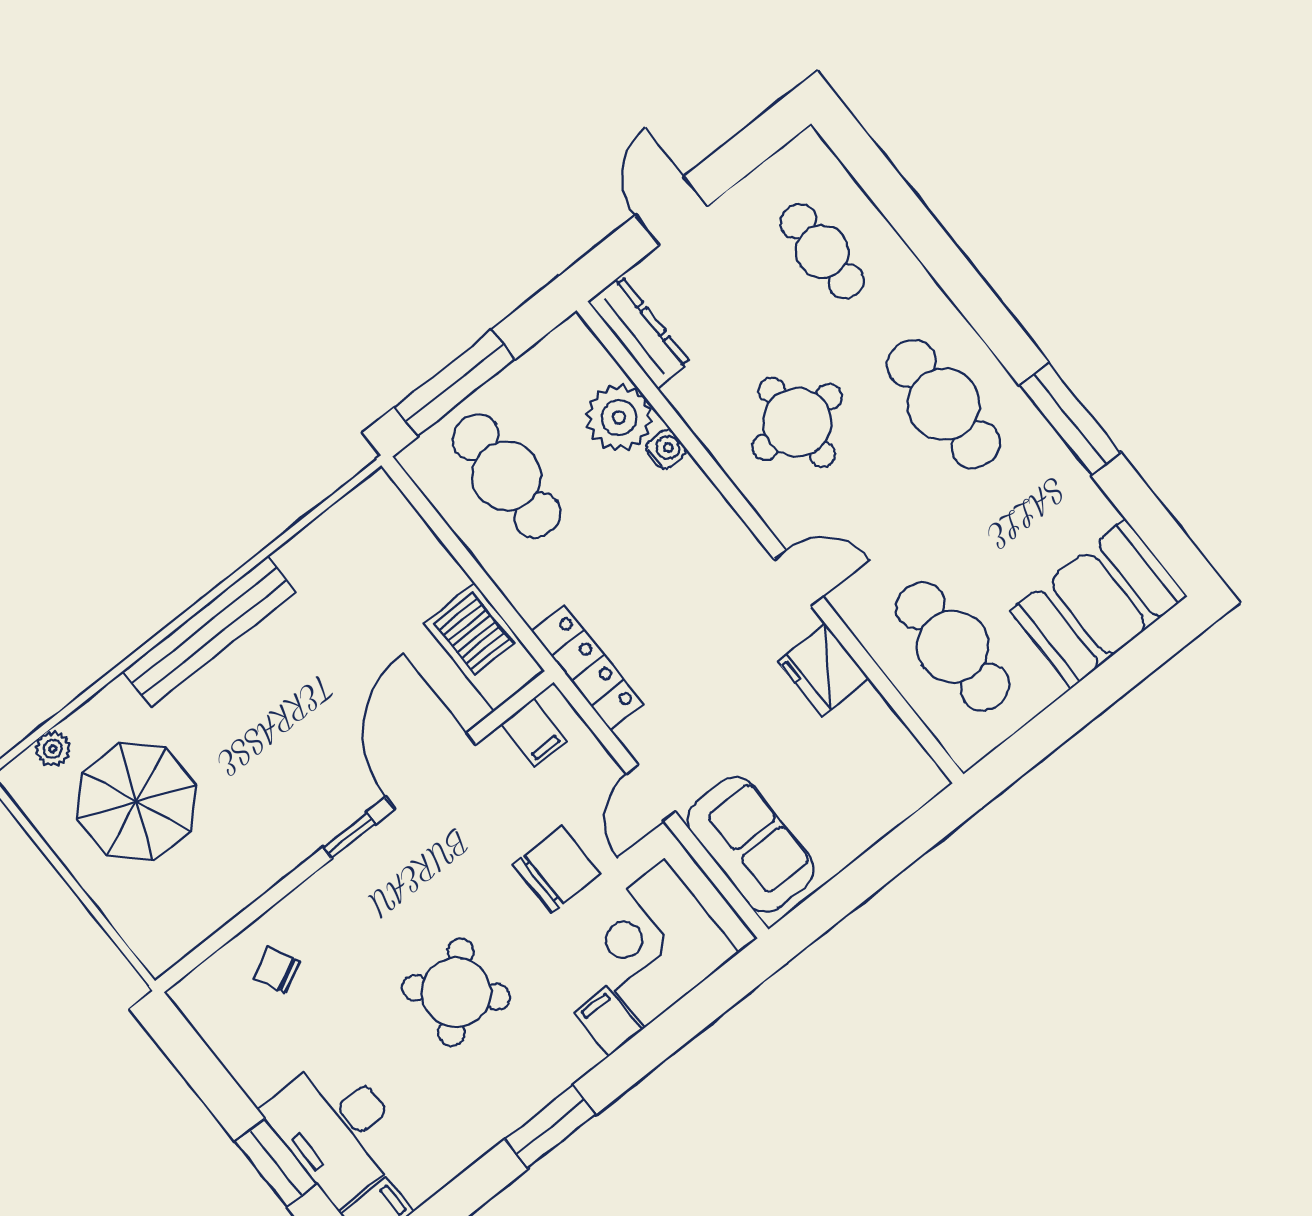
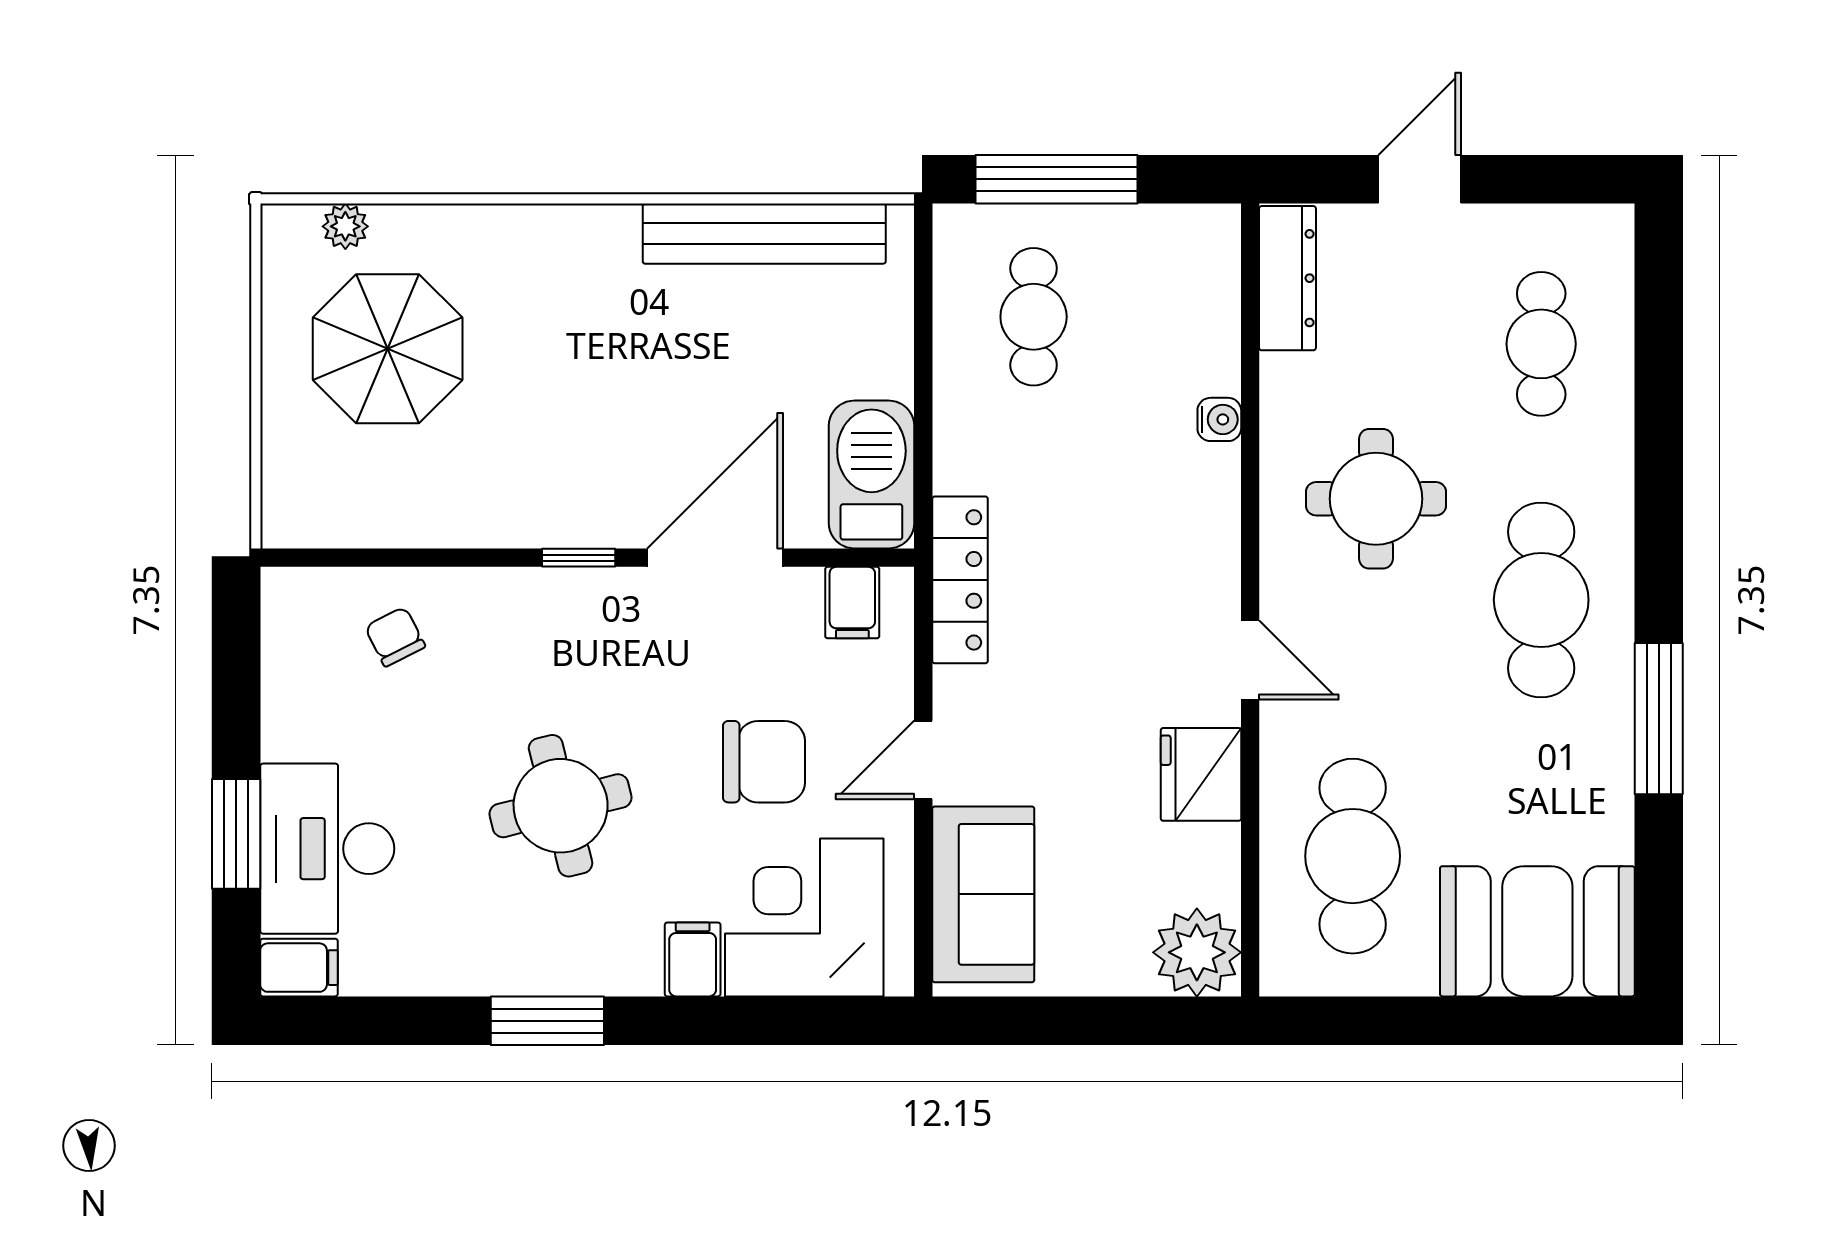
plant: (619, 418) -> (1197, 952), moved
cafe table: (506, 476) -> (1034, 317), width x0.73, depth x0.74
bench: (209, 631) -> (764, 234), moved
round table: (456, 992) -> (561, 806), turned 31

